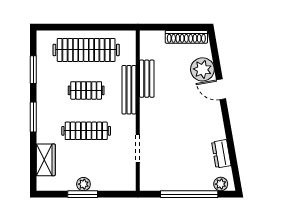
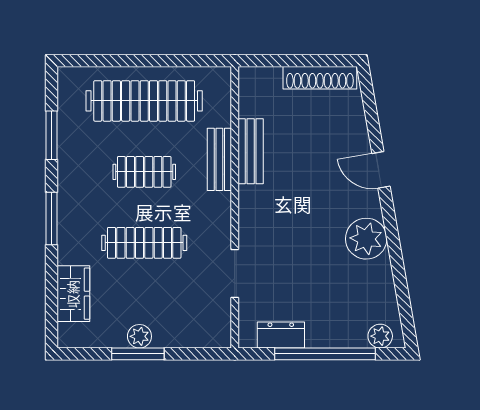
plant: (202, 69) -> (366, 239), moved
bench: (129, 90) -> (219, 159), width x0.73
dresser: (221, 154) -> (281, 335), moved, turned 100

